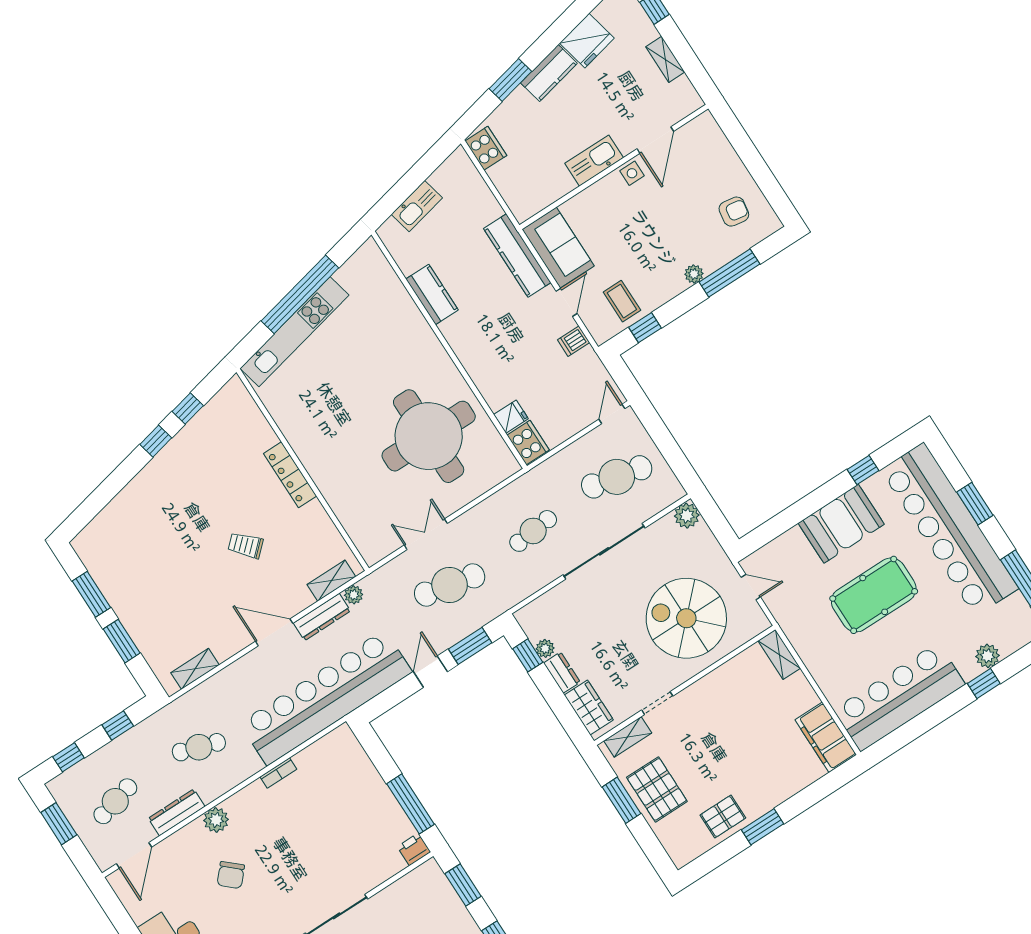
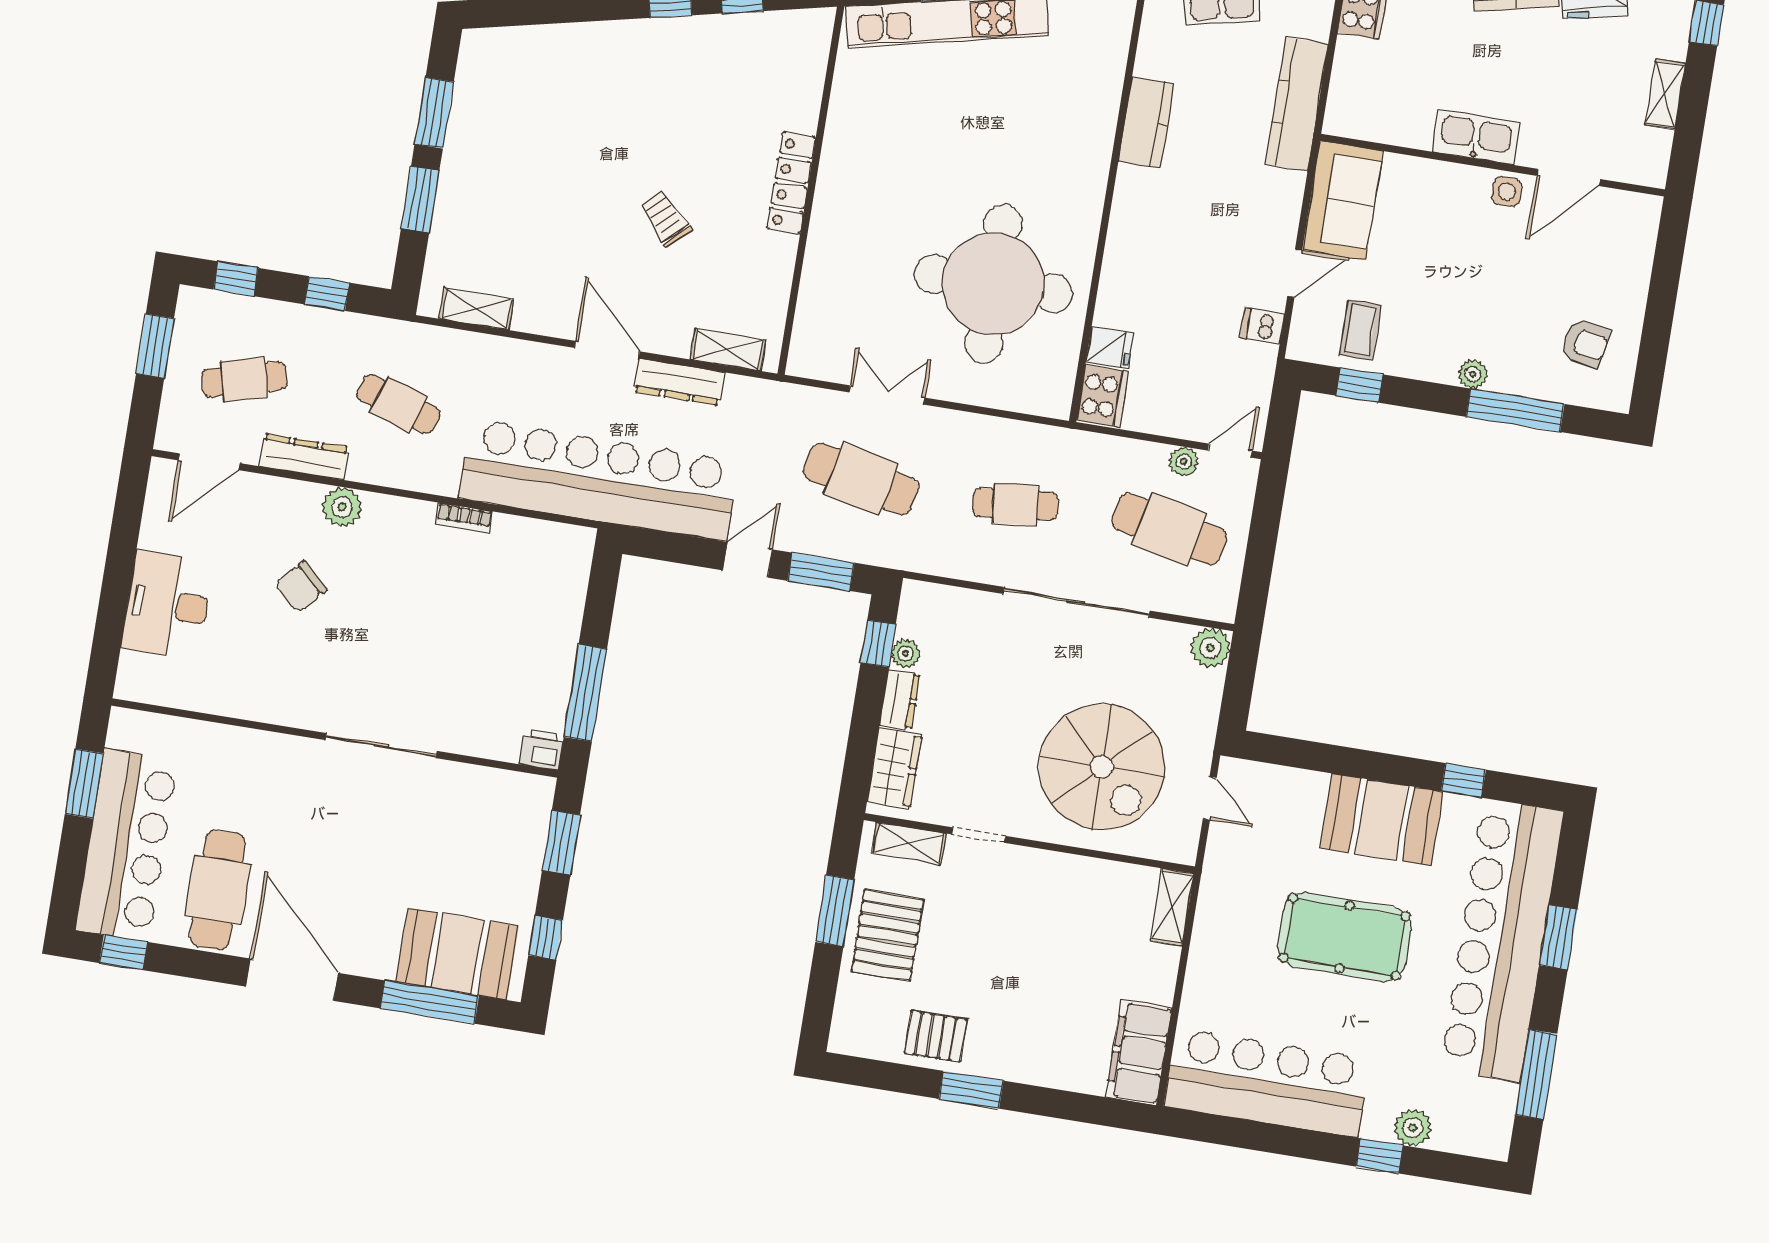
kitchen counter: (517, 256) -> (1297, 104), moved
plant: (354, 595) -> (1184, 462), moved
spiral stairs: (686, 618) -> (1102, 767), turned 180

